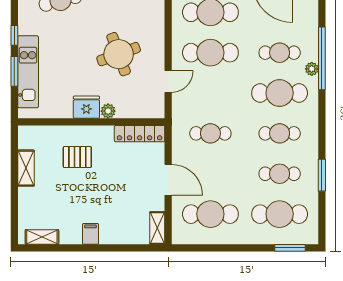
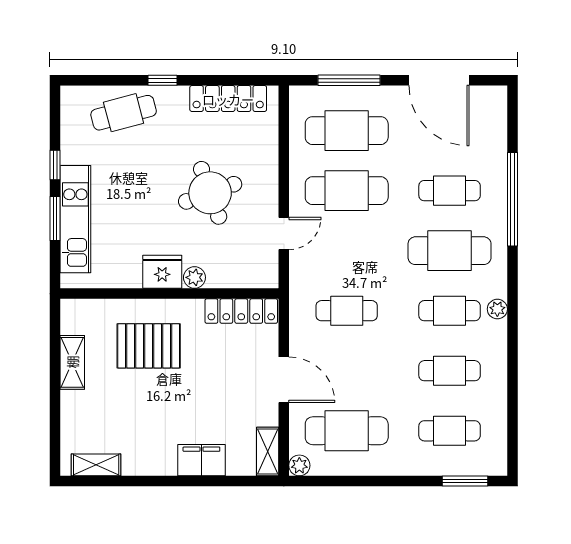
plant: (312, 69) -> (497, 309), moved
pallet: (77, 157) -> (149, 346), width x1.50, depth x1.42
window: (322, 175) -> (512, 373), removed
cafe table: (280, 214) -> (450, 431), width x0.73, depth x0.74
filing cabinet: (91, 234) -> (201, 460), moved, width x2.00
plant: (179, 237) -> (299, 465), added

